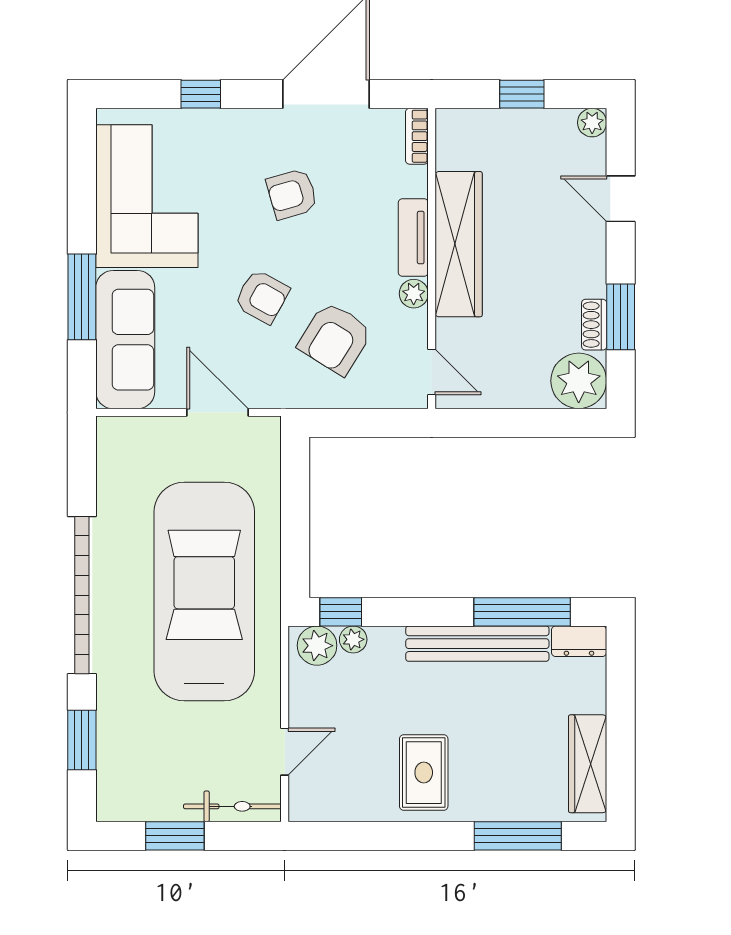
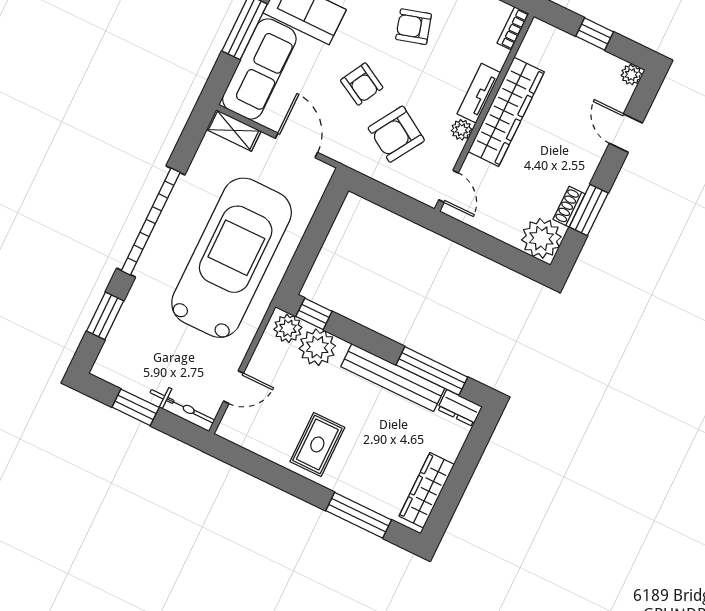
shelving: (130, 431) -> (234, 130), added
plant: (353, 639) -> (317, 347), width x1.88, depth x1.88

